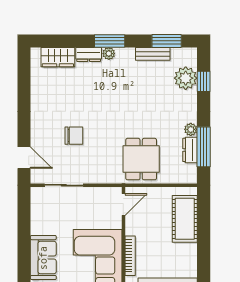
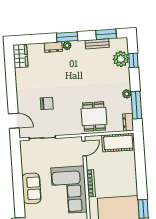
wardrobe: (58, 57) -> (20, 56), moved, turned -90
dresser: (190, 150) -> (128, 122), moved
cot: (185, 219) -> (118, 143), moved, turned 90

